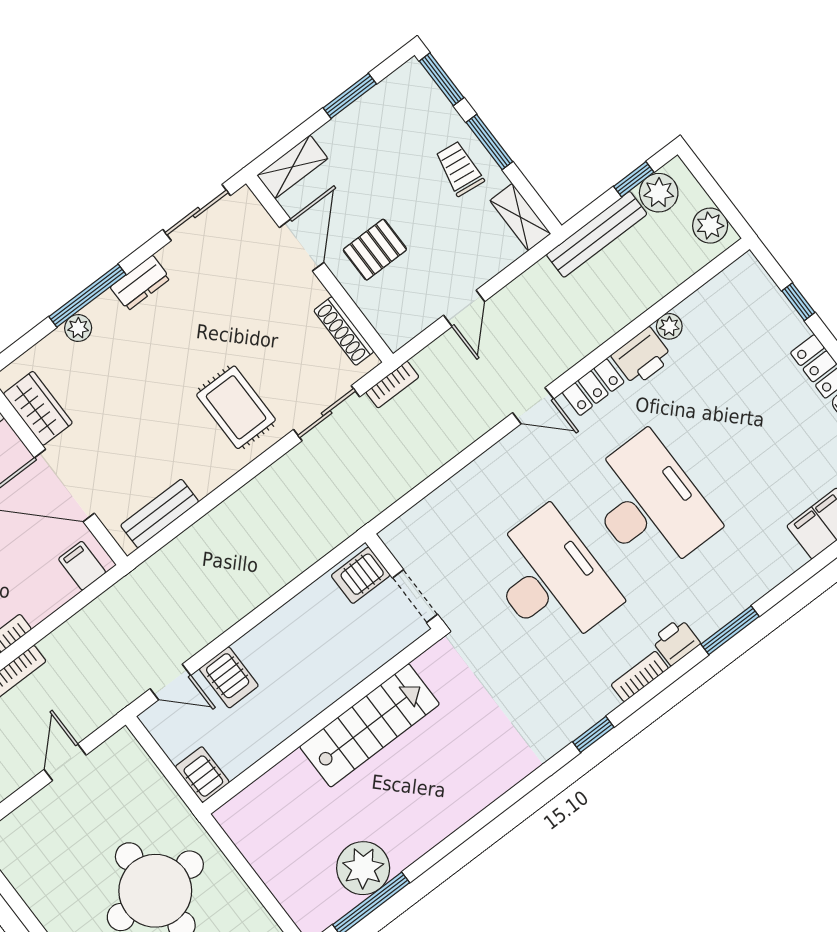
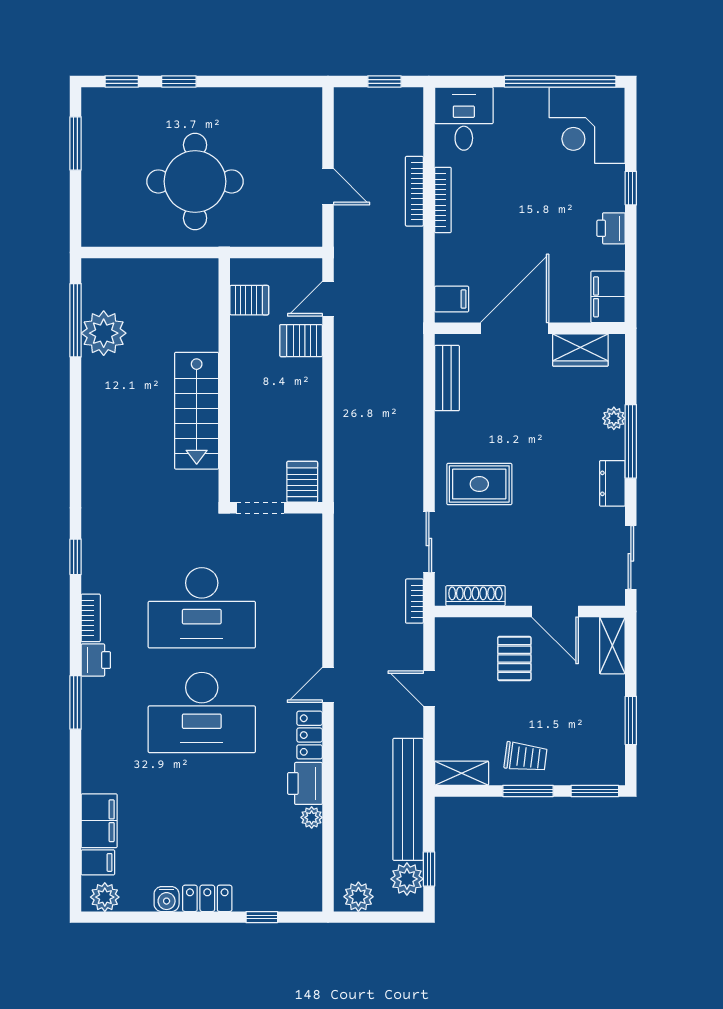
bench: (597, 234) -> (408, 799), width x1.37, depth x1.21
server rack: (202, 775) -> (249, 300), moved

